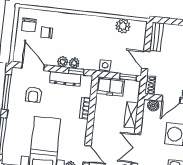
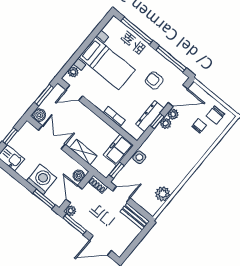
chair: (29, 25) -> (215, 115), turned -90
plant: (74, 63) -> (173, 114), moved
window: (76, 71) -> (157, 121), moved

